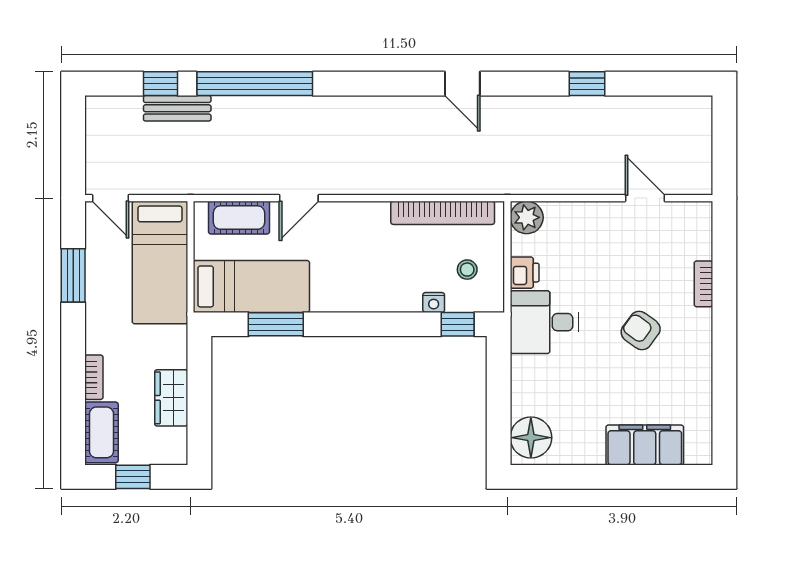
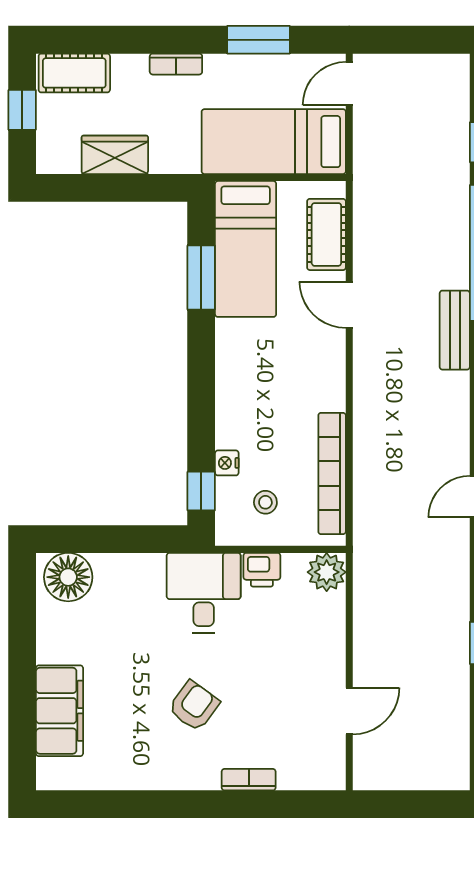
bench: (177, 108) -> (455, 330), moved
bookcase: (94, 377) -> (176, 64), moved

